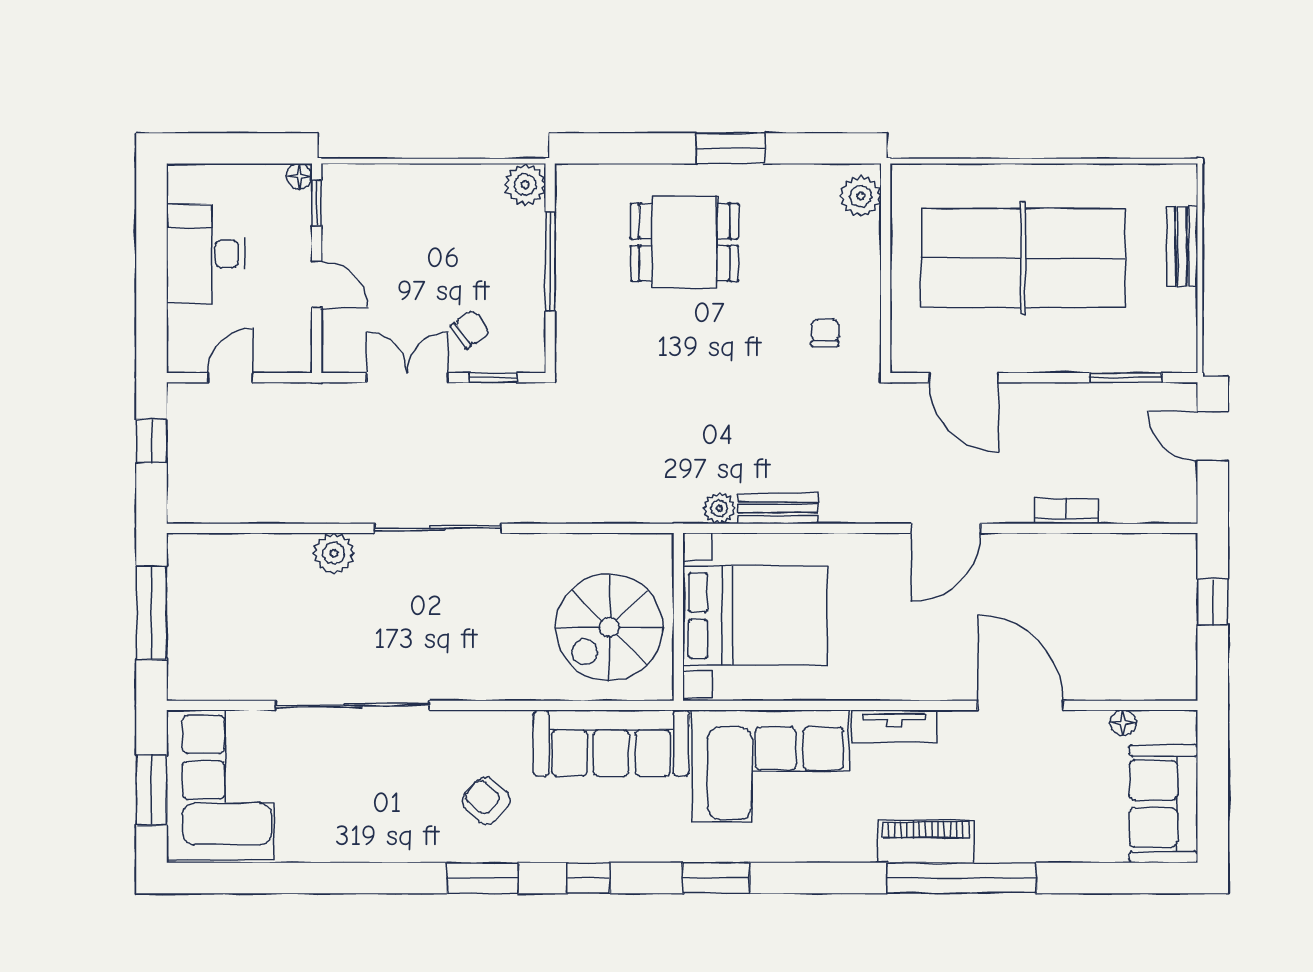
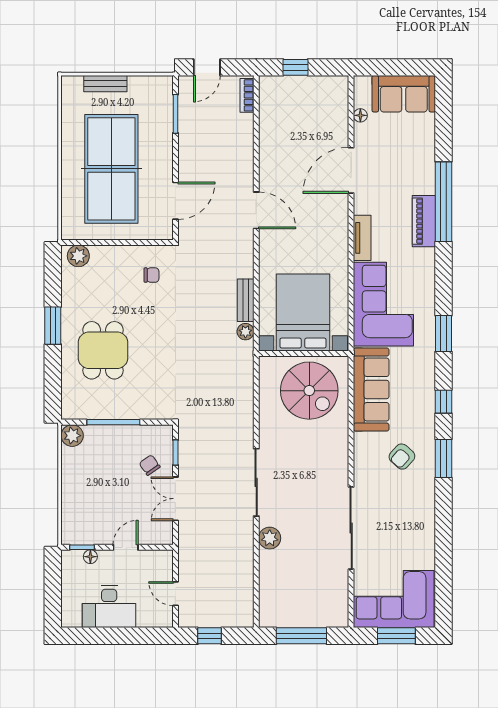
floor lamp: (299, 176) -> (90, 557), moved
chair: (825, 333) -> (151, 275), turned 180
bookcase: (1066, 511) -> (247, 95), moved

